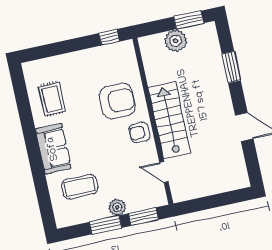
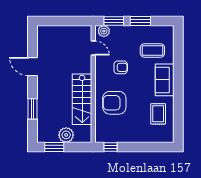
stairs: (169, 120) -> (82, 99), moved
armchair: (139, 132) -> (121, 67), moved
plant: (117, 207) -> (104, 31), moved

